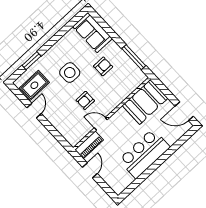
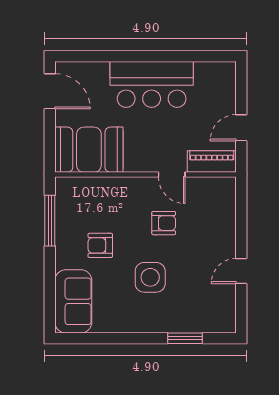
rug: (34, 85) -> (211, 303), removed

